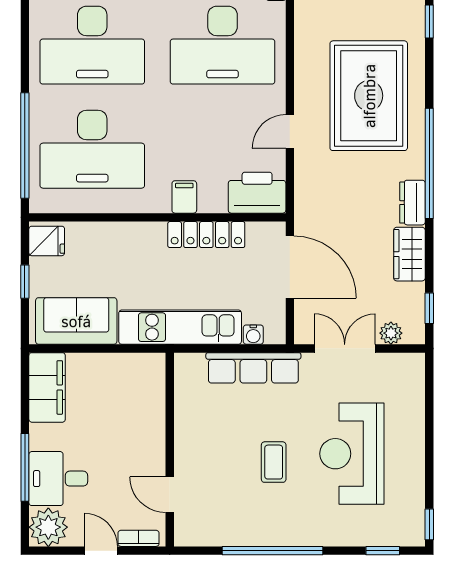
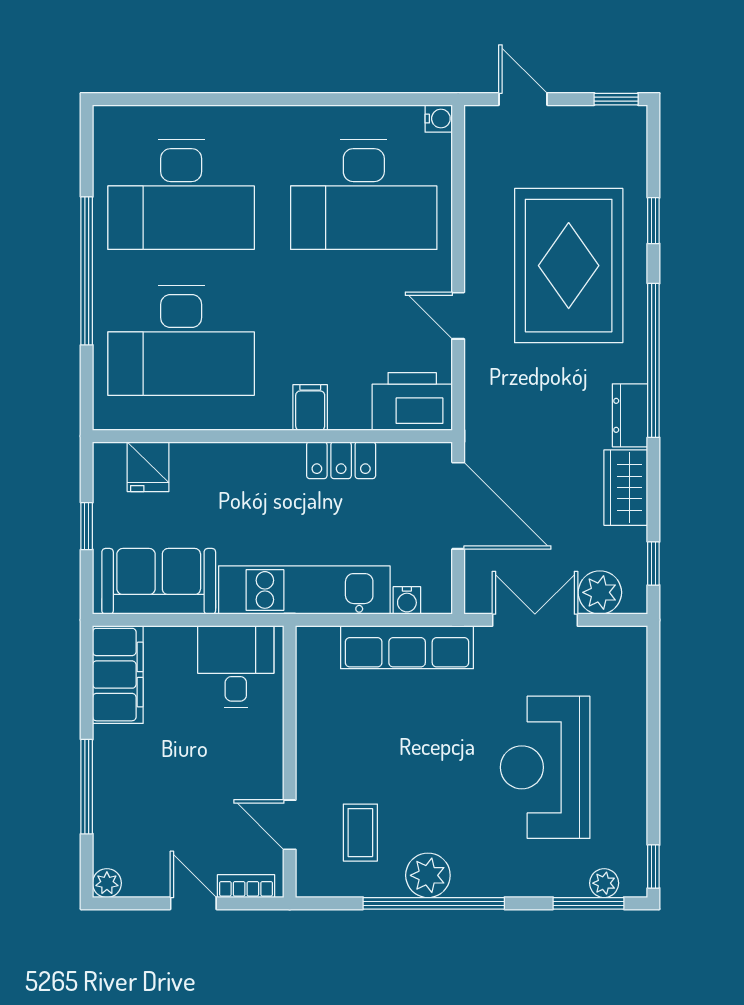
window: (429, 21) -> (653, 221), moved
door: (290, 131) -> (458, 316), hinge flipped
window: (25, 146) -> (87, 271), moved
locker: (206, 235) -> (341, 460), width x0.66
fridge: (47, 241) -> (148, 467), moved, turned 90
plant: (391, 333) -> (600, 592), width x1.38, depth x1.38
coffee table: (274, 462) -> (360, 833), moved
desk: (58, 479) -> (236, 667), moved, turned 90
plant: (48, 527) -> (107, 883), width x0.53, depth x0.53
plant: (268, 531) -> (428, 875), added
plant: (394, 536) -> (604, 883), added
window: (383, 551) -> (588, 903), width x1.50

